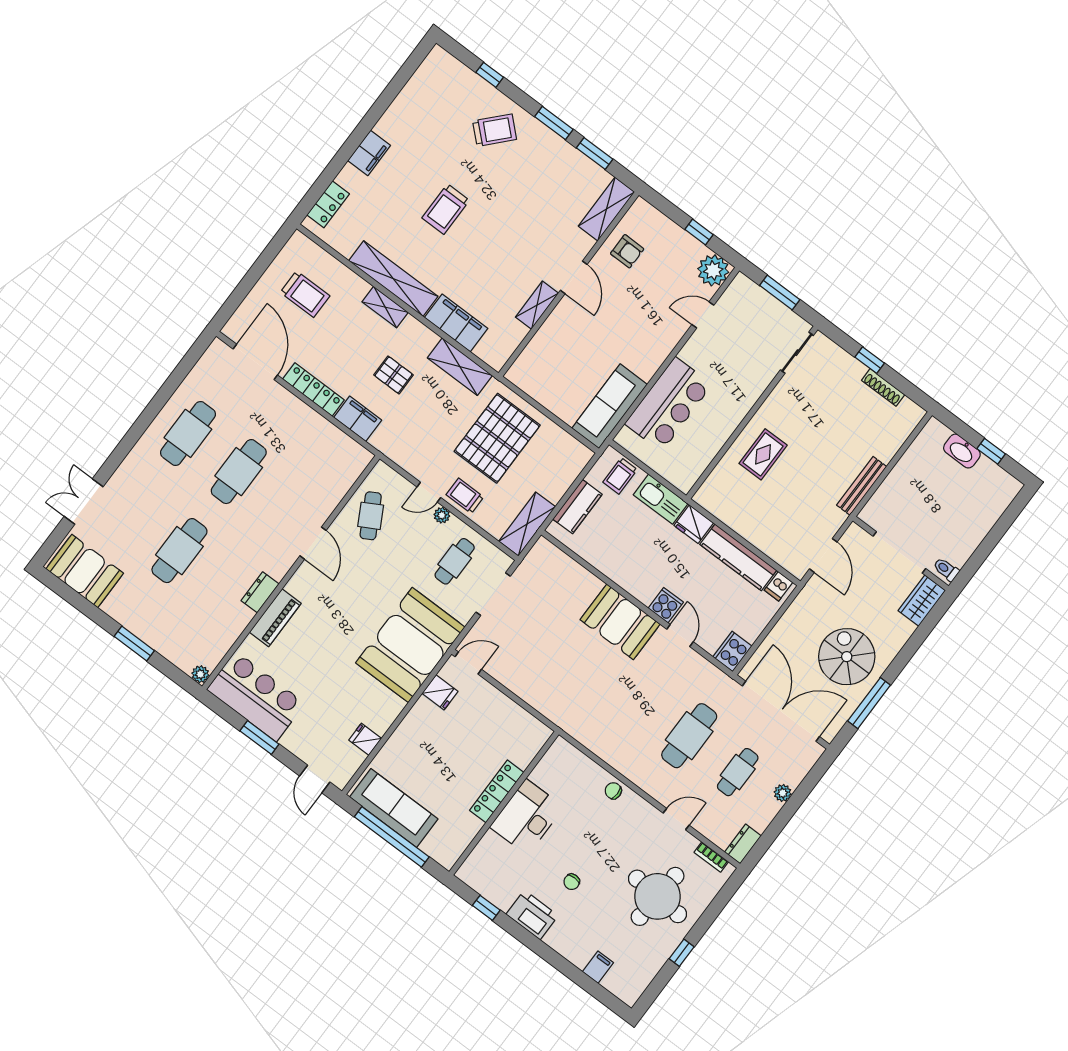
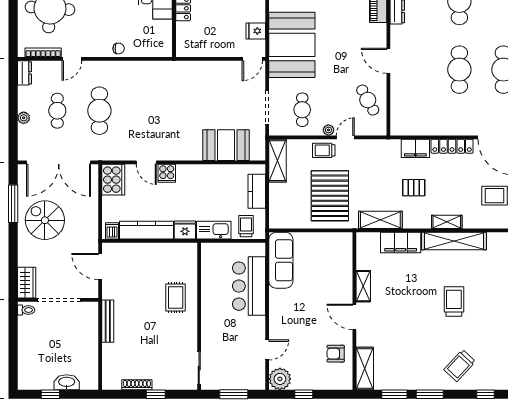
trolley: (465, 496) -> (324, 150), turned 180
booth: (620, 622) -> (226, 145), moved
cooker: (732, 651) -> (113, 180), width x1.37, depth x1.31
spiral stairs: (847, 657) -> (45, 220), turned 180
bookcase: (711, 857) -> (43, 53), width x1.56

